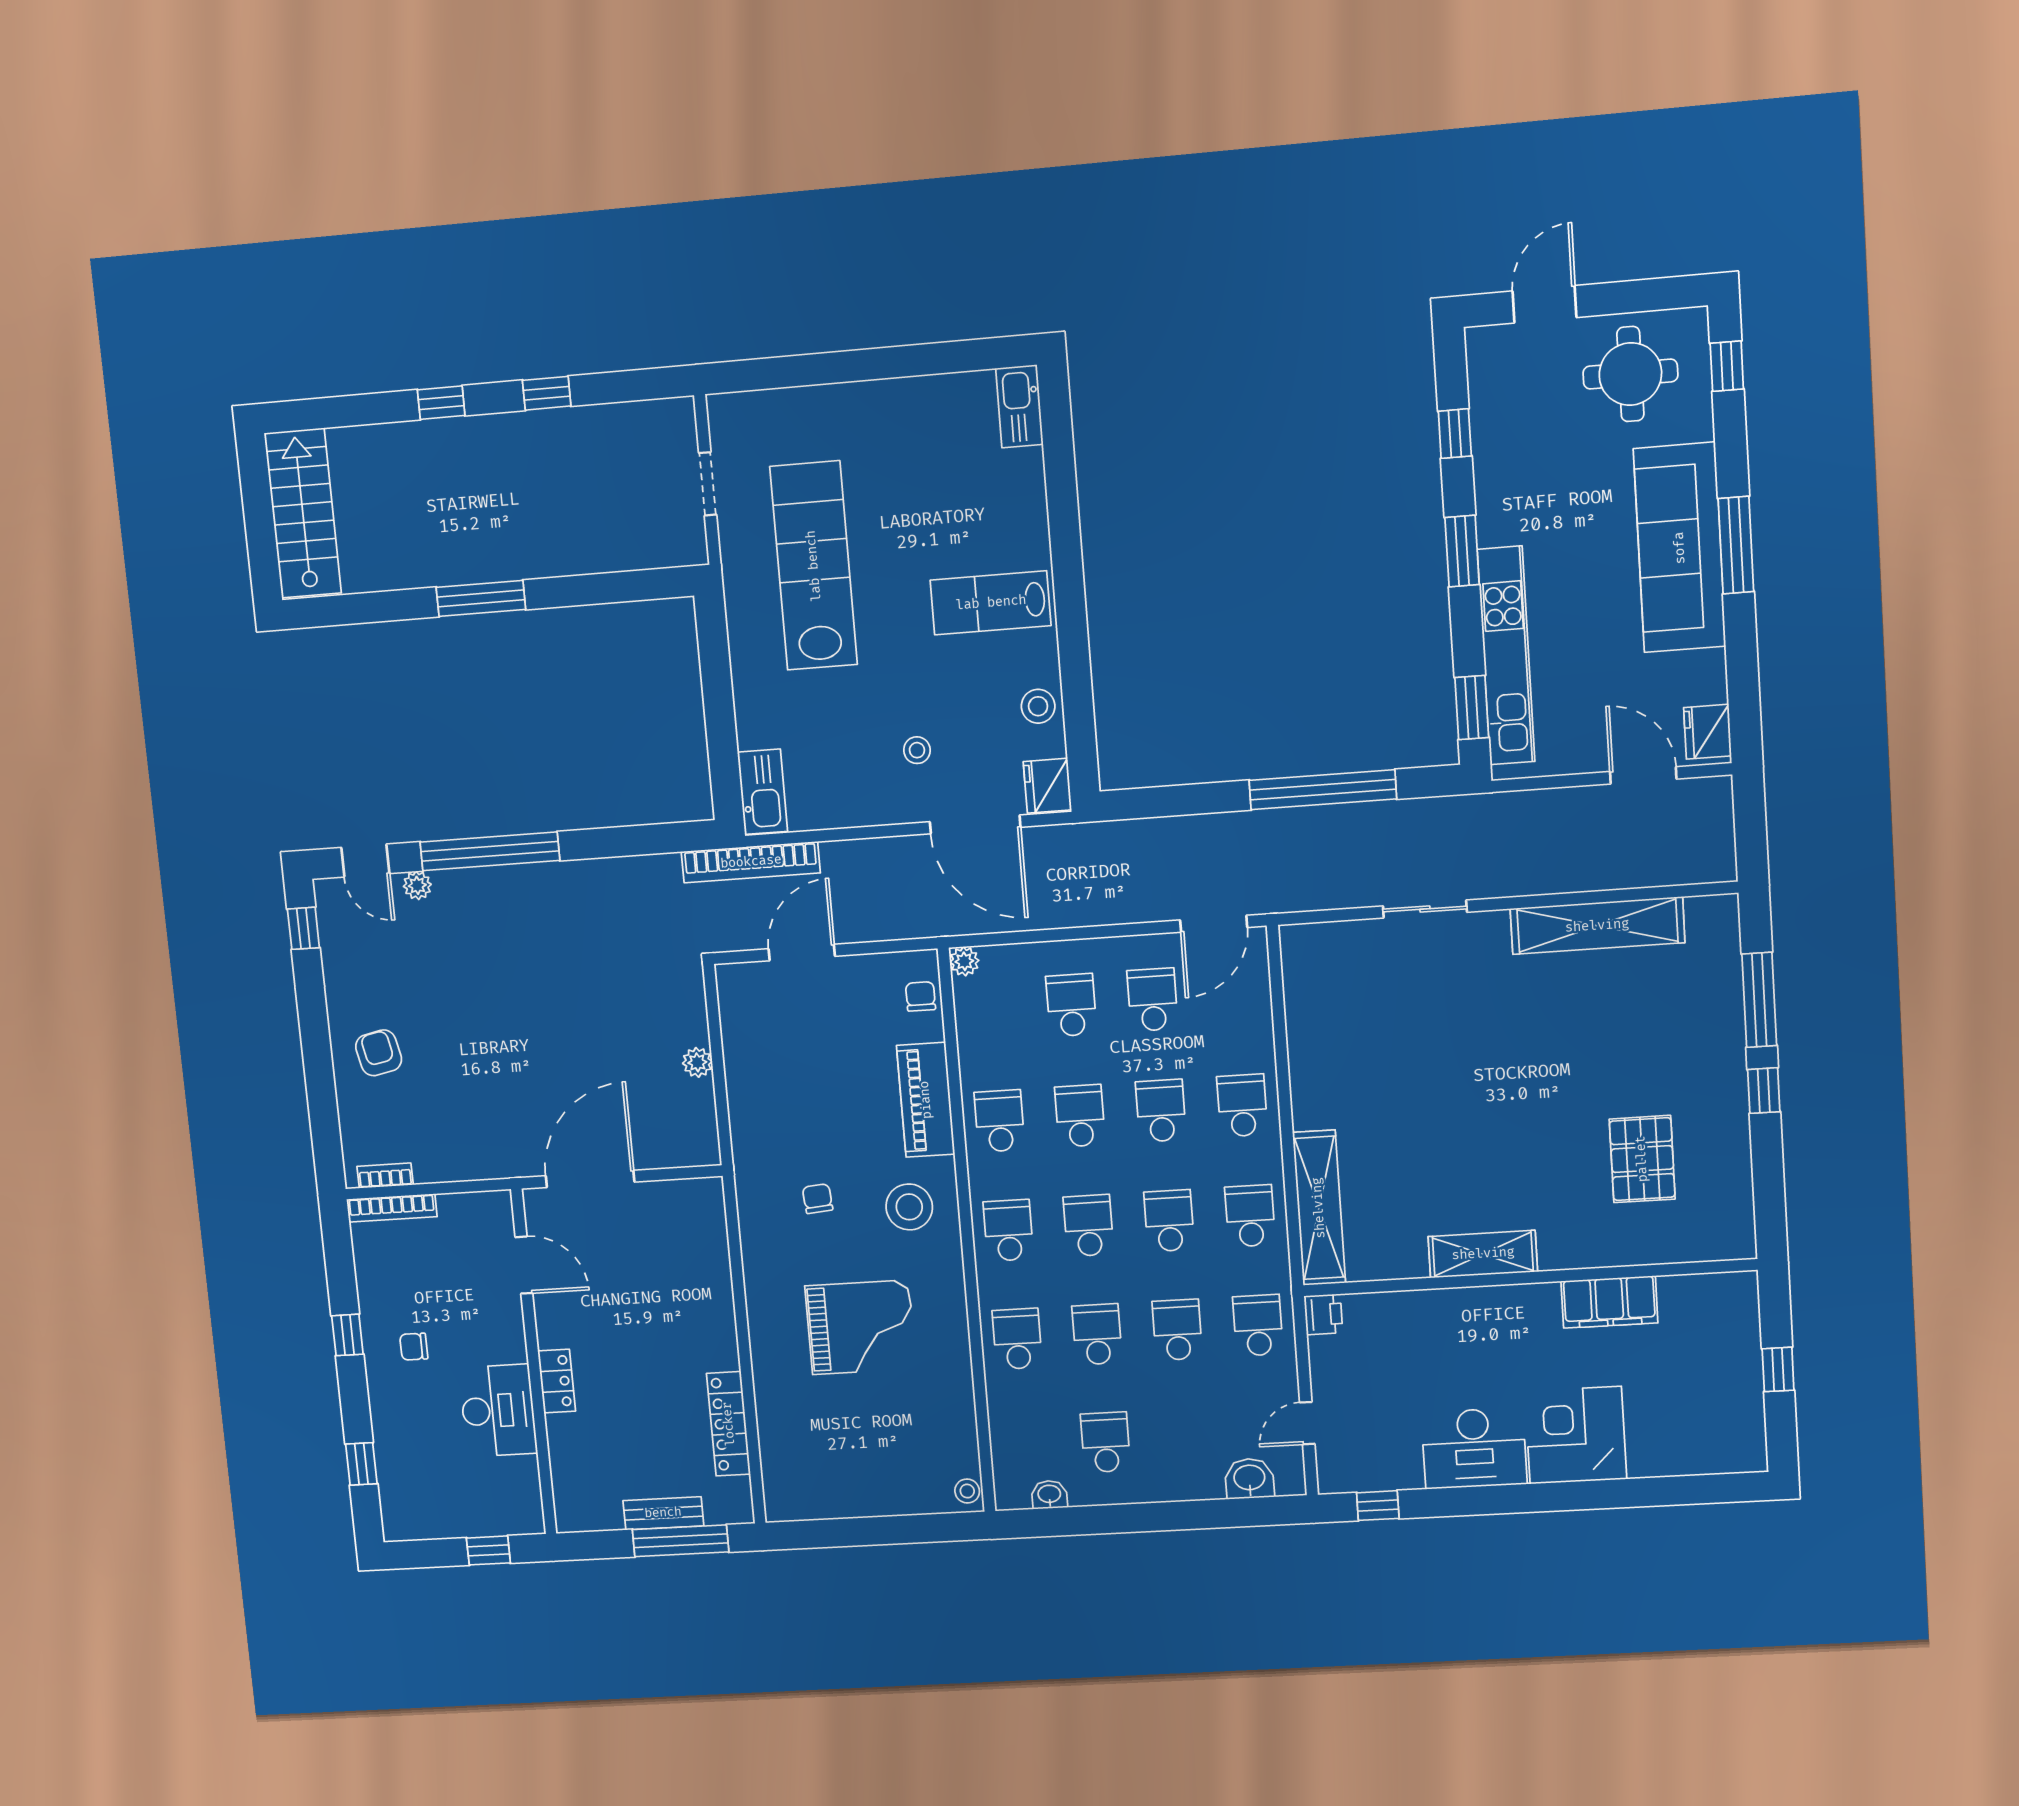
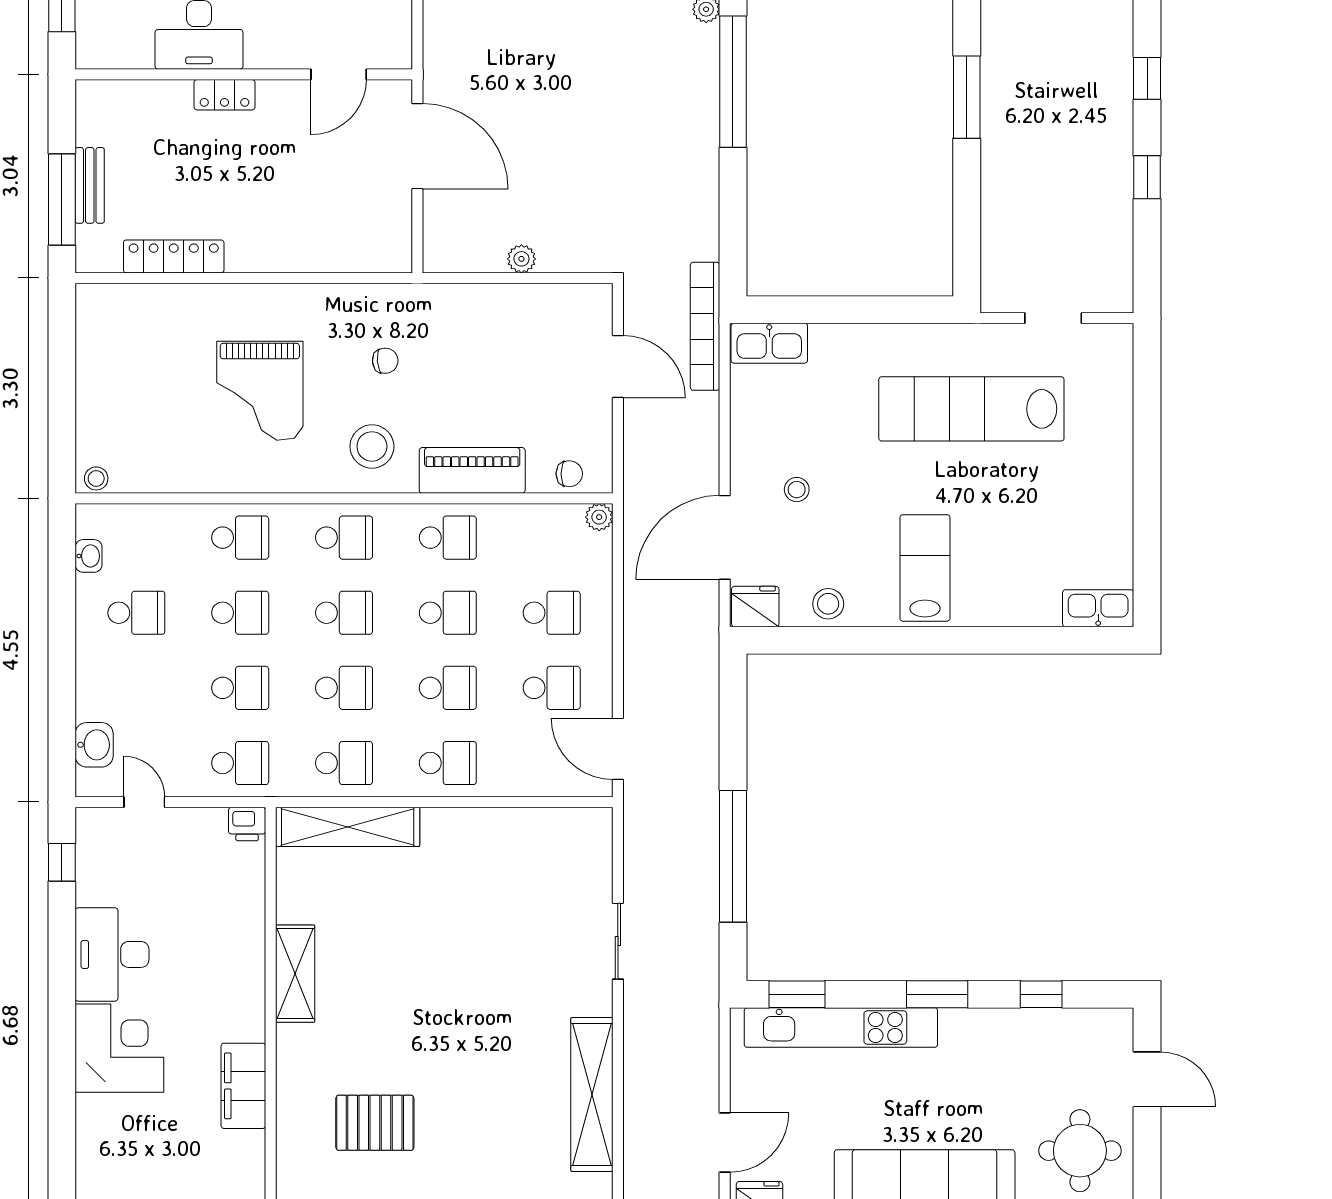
lab bench: (814, 566) -> (971, 409), turned 180

